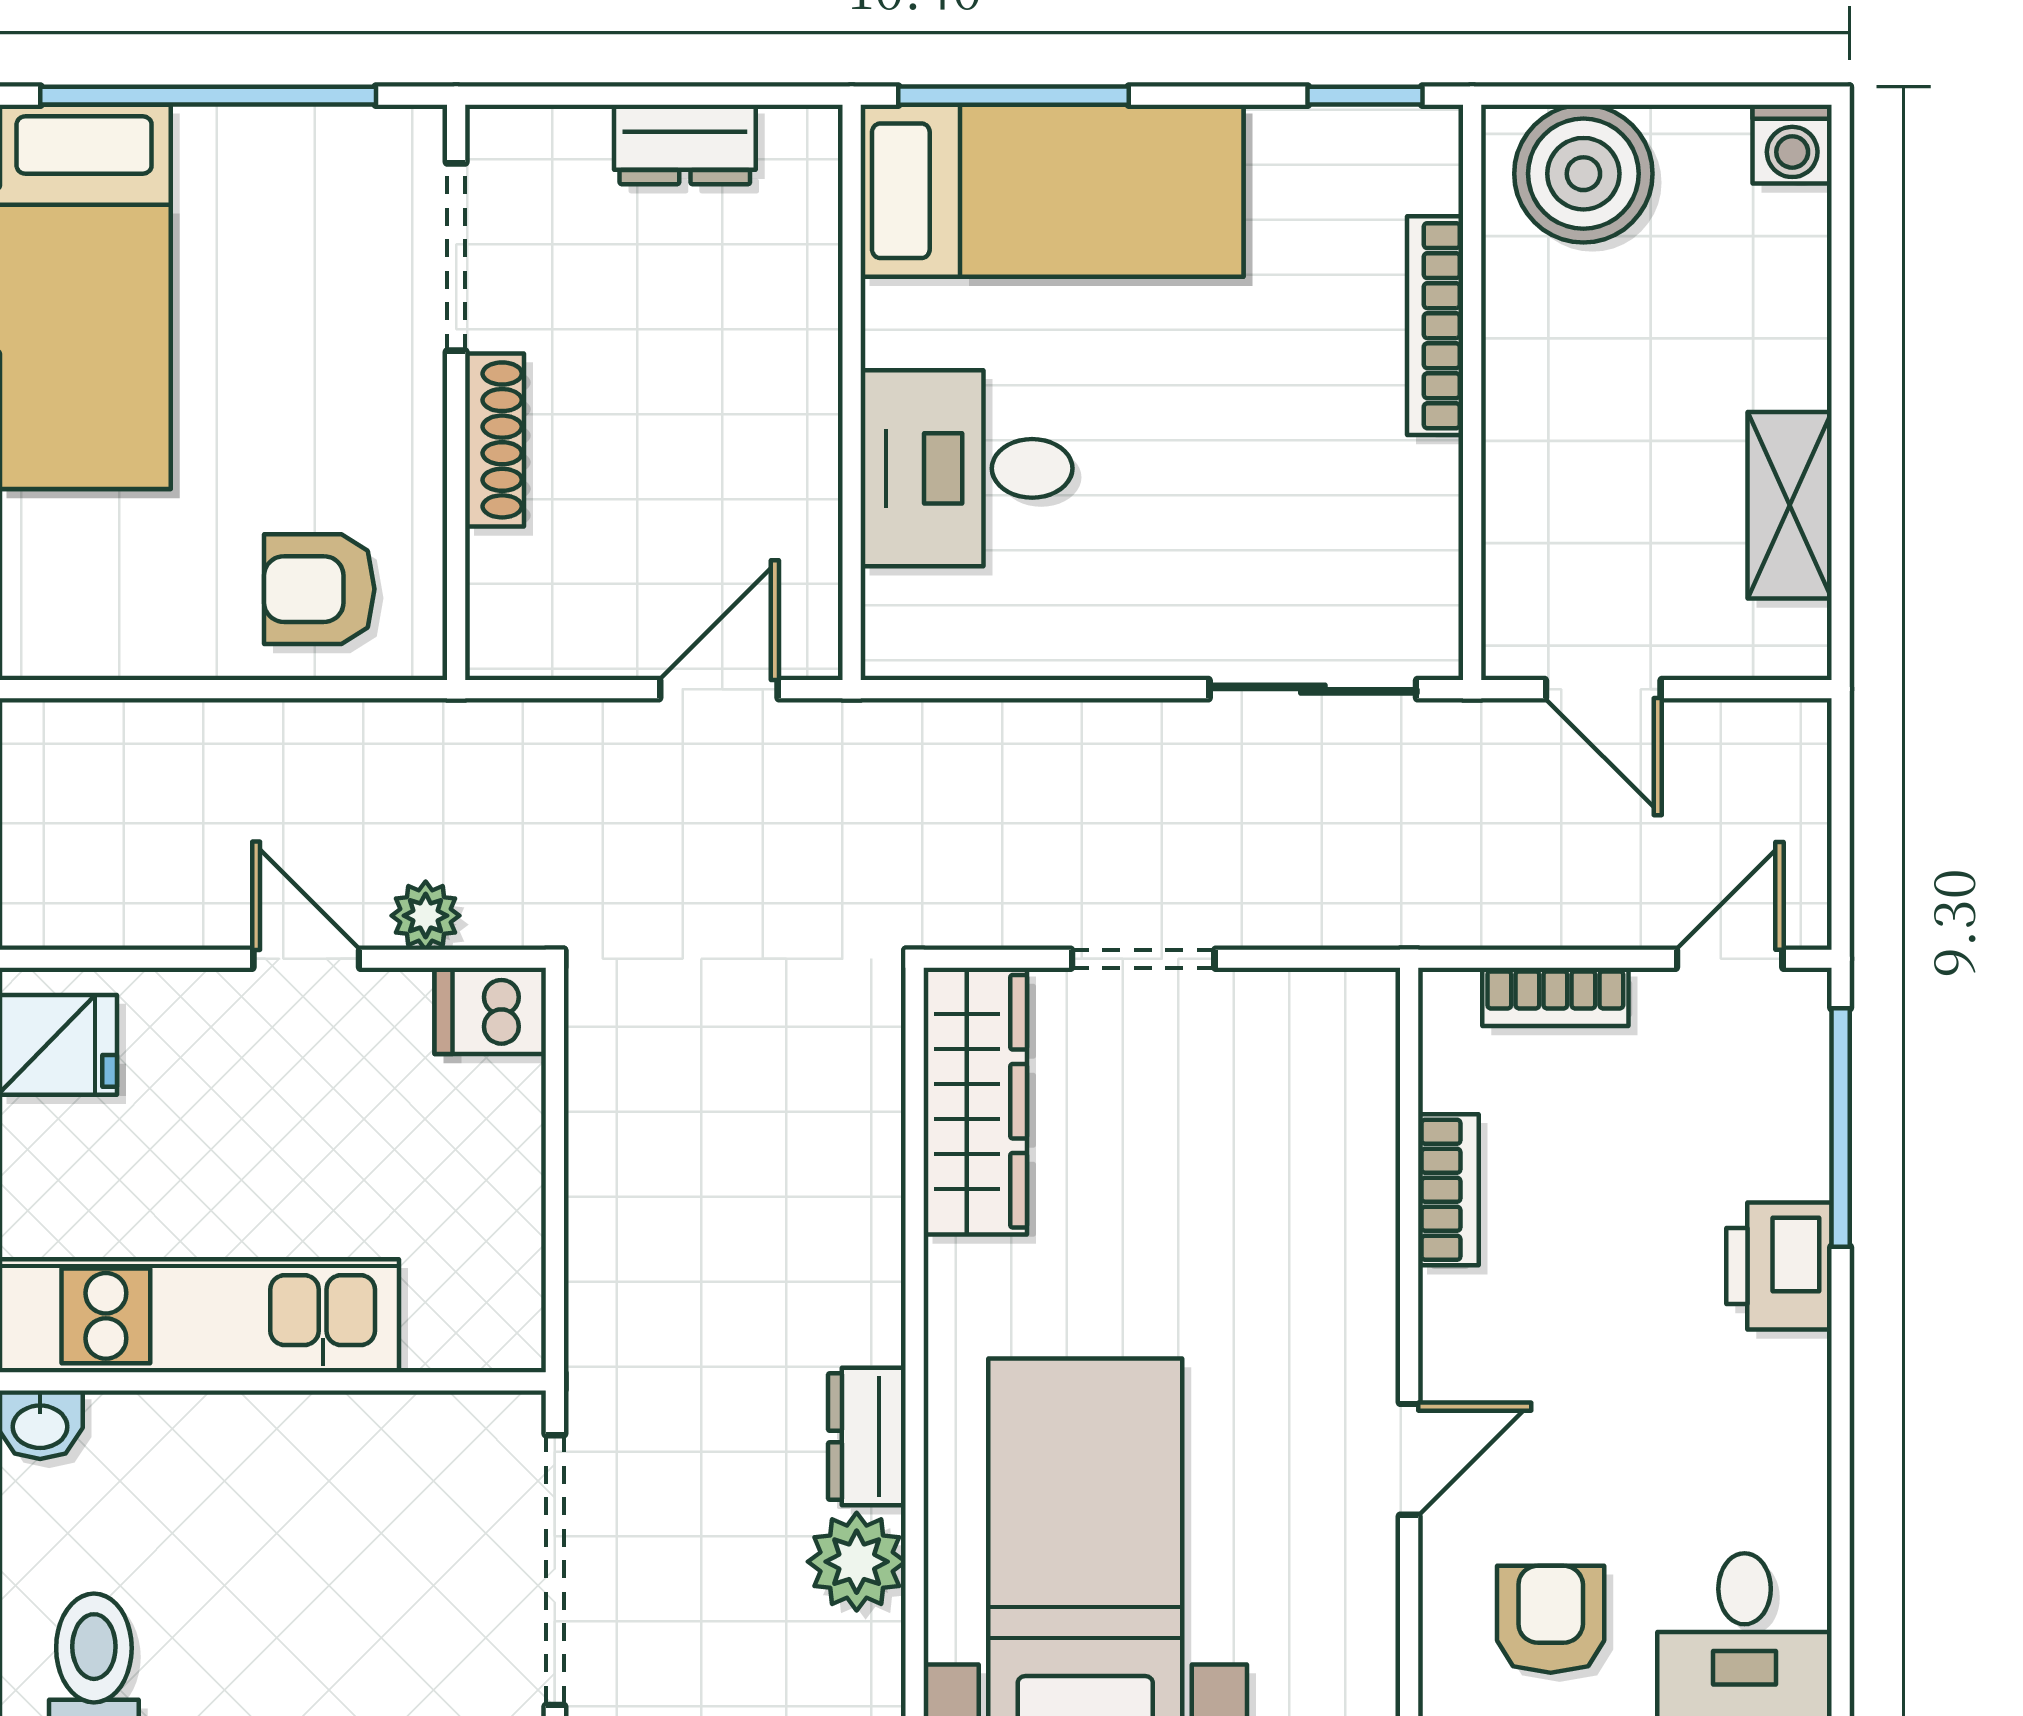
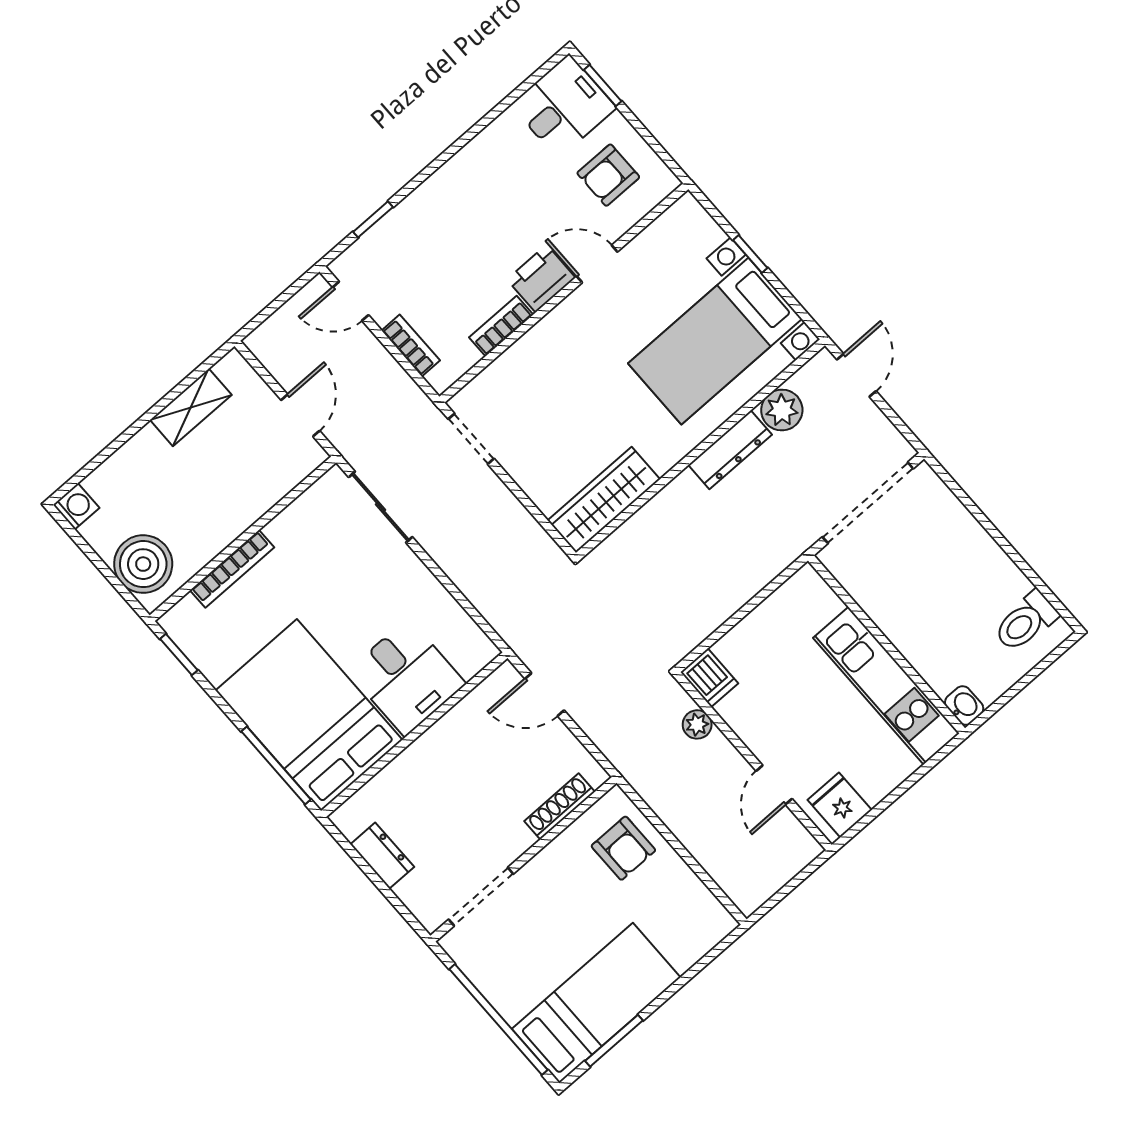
bed: (1052, 191) -> (309, 715), width x1.50
shoe rack: (495, 440) -> (560, 806), moved
door: (306, 959) -> (774, 785), moved
doorway: (1143, 959) -> (471, 439), moved
window: (1841, 1127) -> (373, 219), width x0.46
printer: (1779, 1266) -> (541, 279), moved, turned 180
dresser: (867, 1437) -> (730, 450), width x1.44

